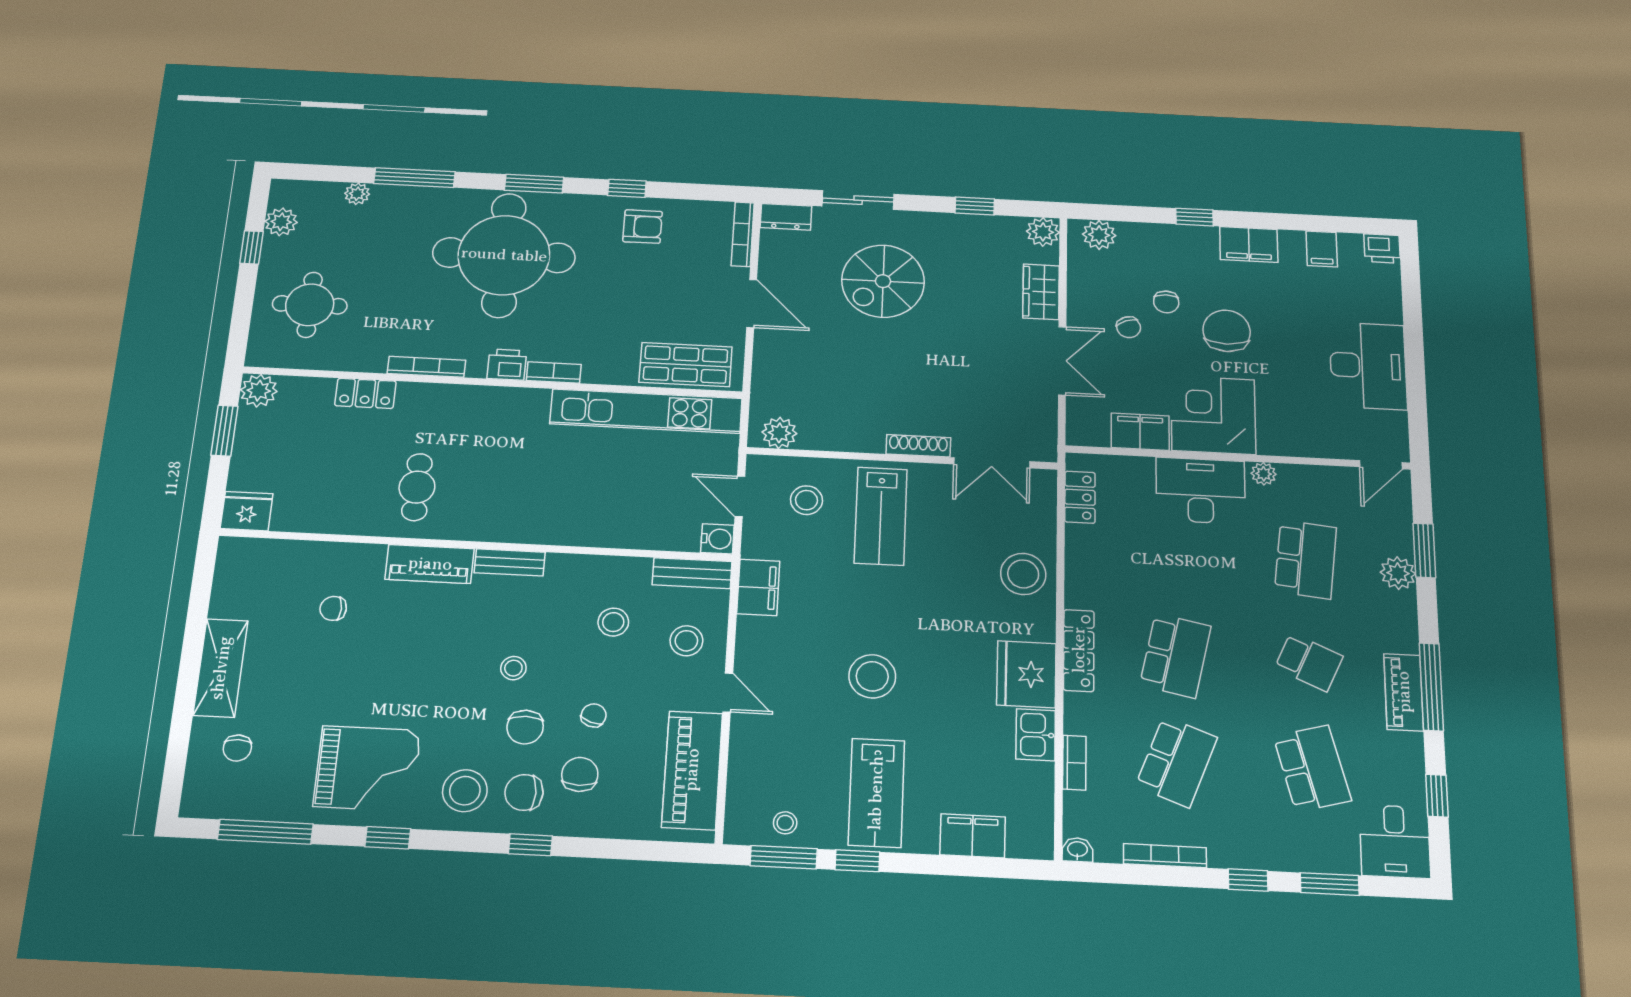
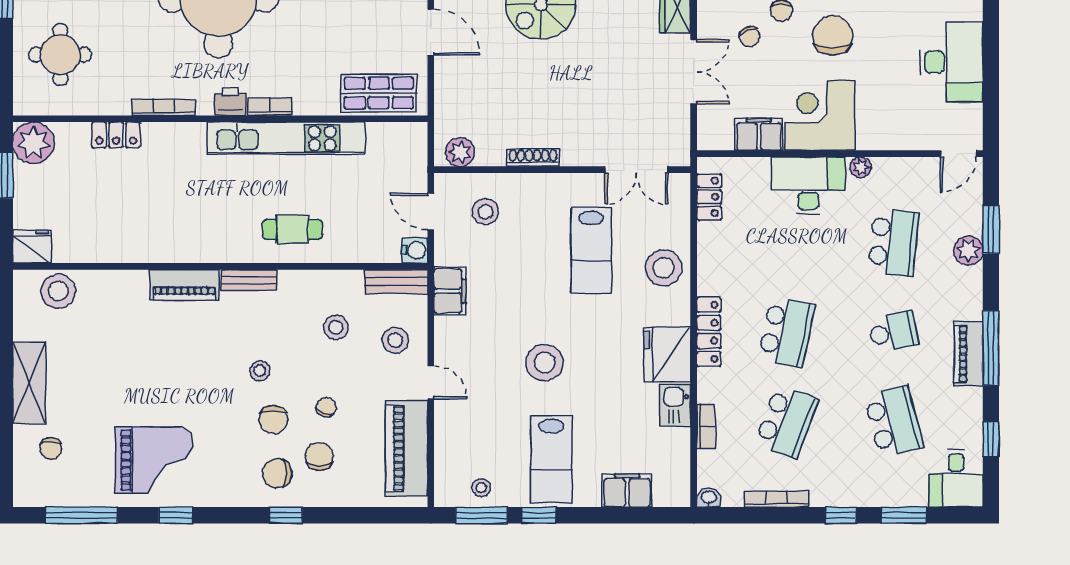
plant: (259, 391) -> (34, 143), width x1.36, depth x1.36
kitchen unit: (646, 411) -> (286, 138), moved
shoe rack: (918, 446) -> (533, 158), moved
cafe table: (417, 487) -> (292, 229), moved, turned 90
lab bench: (881, 516) -> (591, 250), moved
chair: (333, 608) -> (112, 328), removed
school desk: (1309, 662) -> (893, 332), turned -36
stool: (465, 791) -> (58, 291), moved

